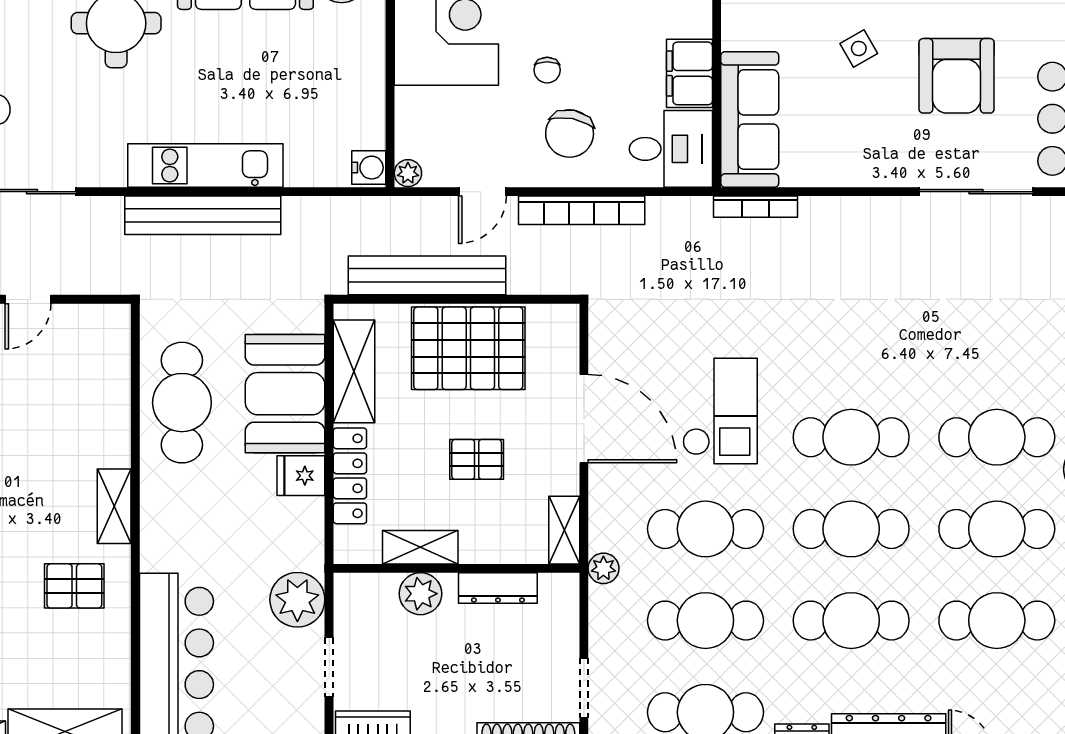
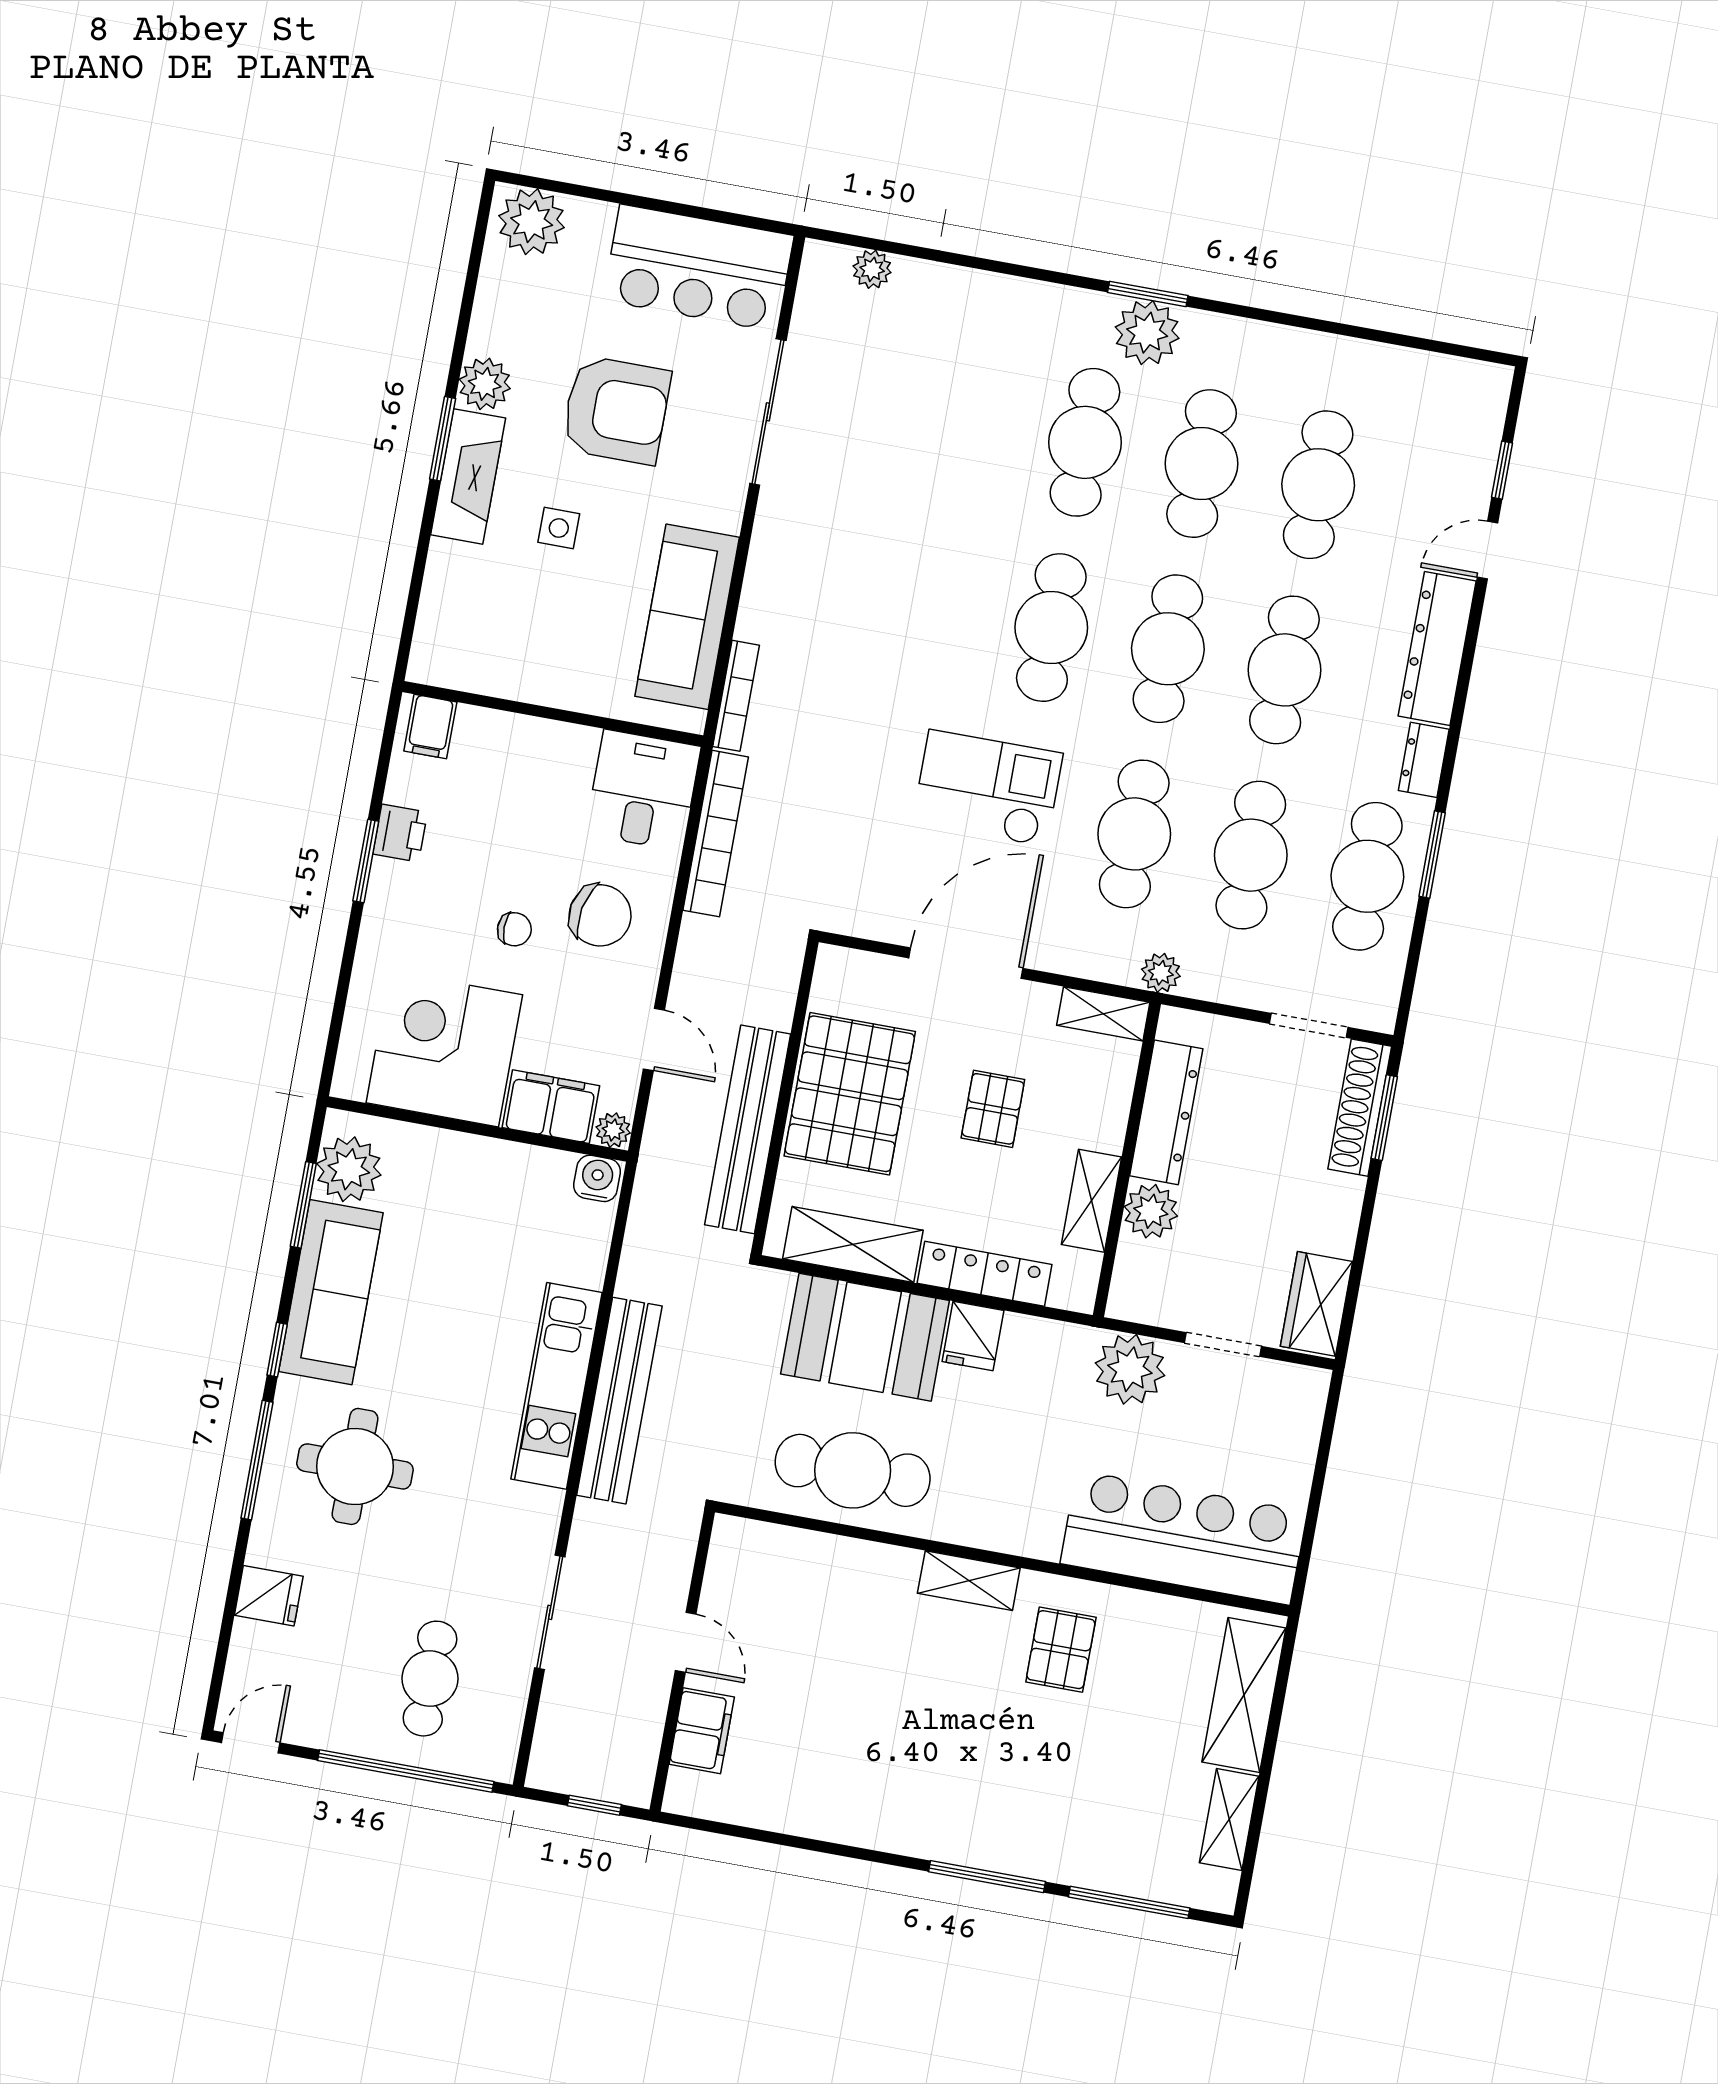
side table: (859, 48) -> (559, 528), turned 30
filing cabinet: (689, 73) -> (551, 1107), moved, turned 180
sofa: (750, 119) -> (687, 617), moved, turned -90
bookcase: (582, 210) -> (716, 834), moved
dresser: (498, 588) -> (1166, 1112), width x1.37, depth x1.24

